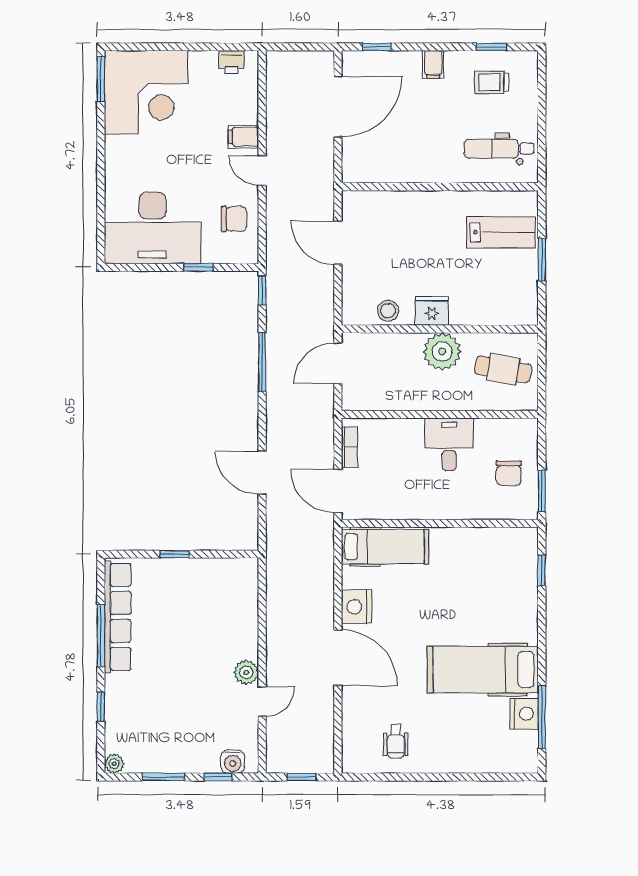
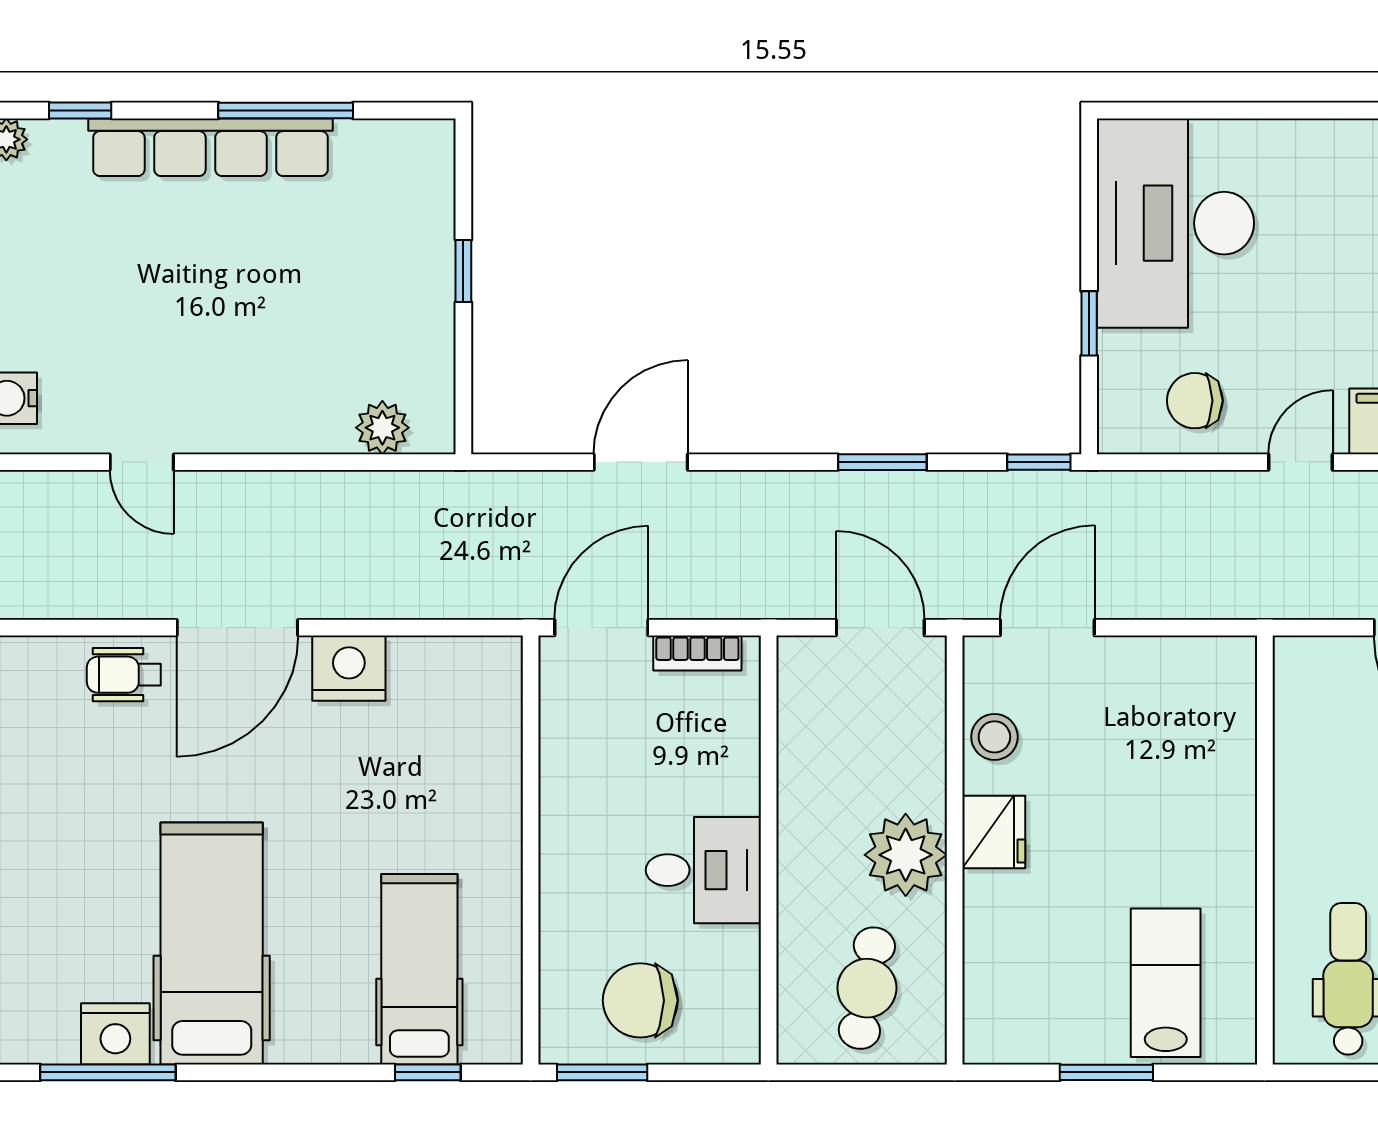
chair: (234, 219) -> (1195, 401), turned 90
lab bench: (501, 232) -> (1166, 983), turned 180
door: (338, 243) -> (1047, 628), moved
window: (262, 362) -> (882, 462), width x0.69
chair: (509, 473) -> (640, 1000), width x1.37, depth x1.37
hospital bed: (385, 547) -> (419, 969), moved, turned 180
row of seats: (118, 617) -> (210, 147), moved
plant: (246, 672) -> (382, 428), moved
window: (101, 707) -> (80, 110), moved
wheelchair: (396, 741) -> (124, 675), moved

